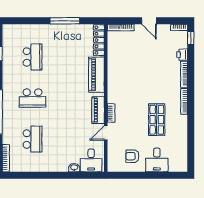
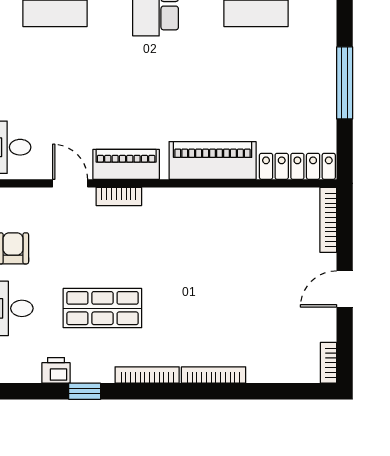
window: (191, 38) -> (85, 391), moved
printer: (182, 55) -> (56, 370), moved

